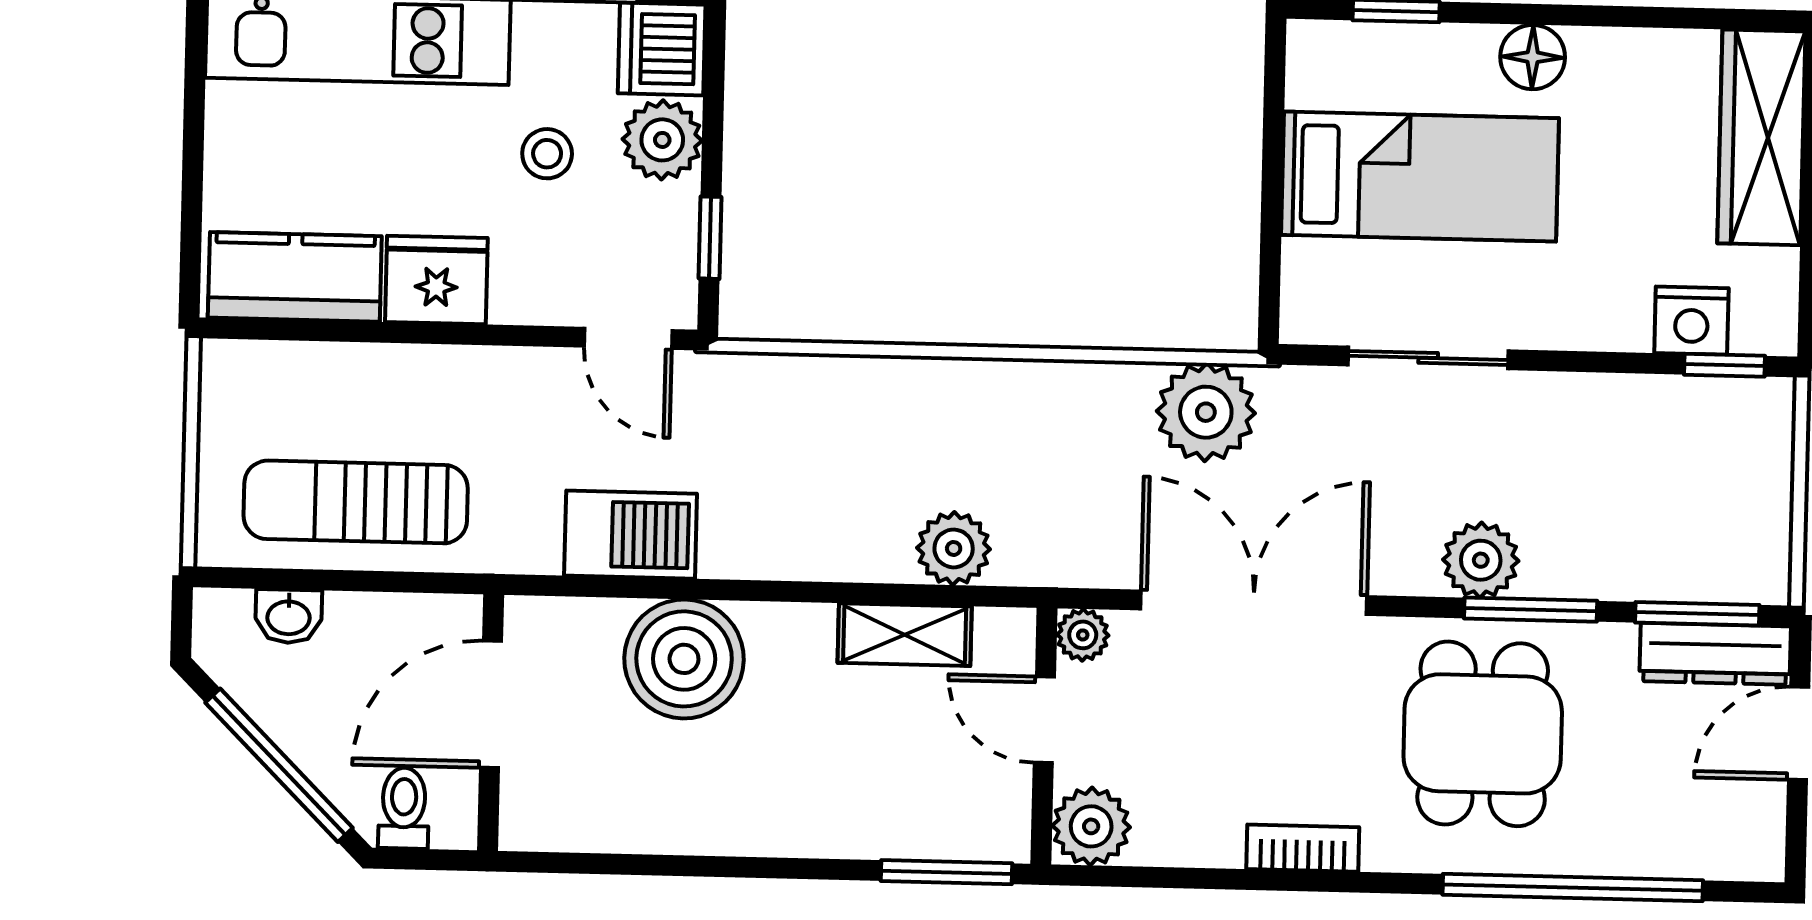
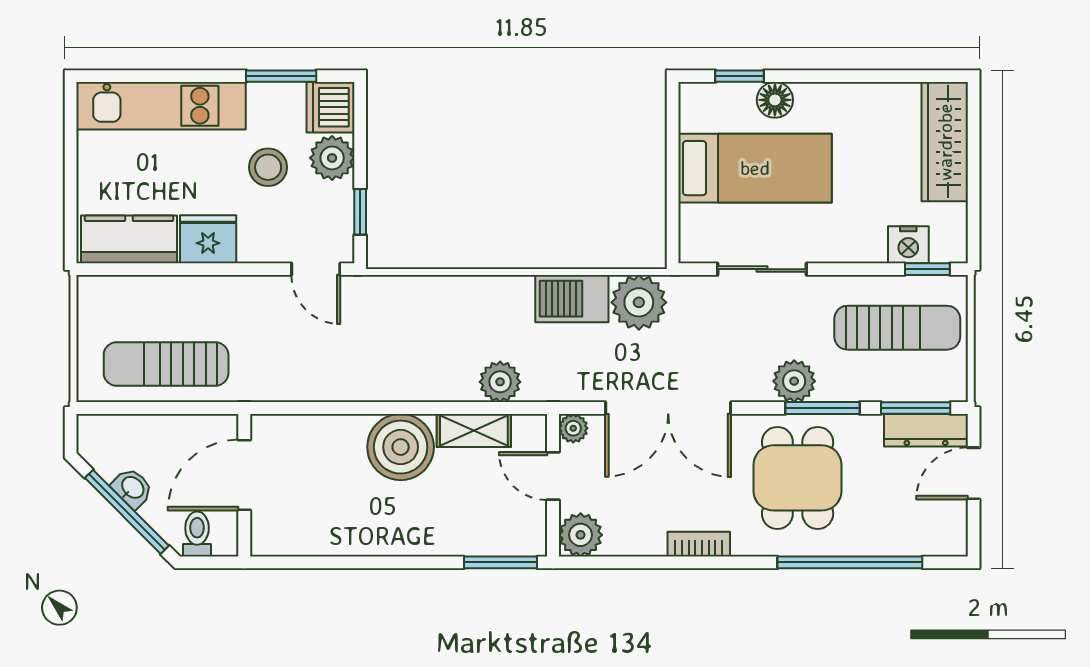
floor lamp: (1533, 57) -> (775, 100), moved
stool: (547, 154) -> (268, 167), width x1.37, depth x1.37
sun lounger: (1668, 469) -> (897, 328), added
barbecue: (631, 535) -> (572, 299), moved, turned 180
double door: (1254, 603) -> (668, 408), swing flipped
washbasin: (289, 616) -> (132, 488), moved, turned -135
boiler: (684, 659) -> (401, 447), moved

